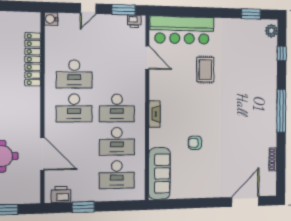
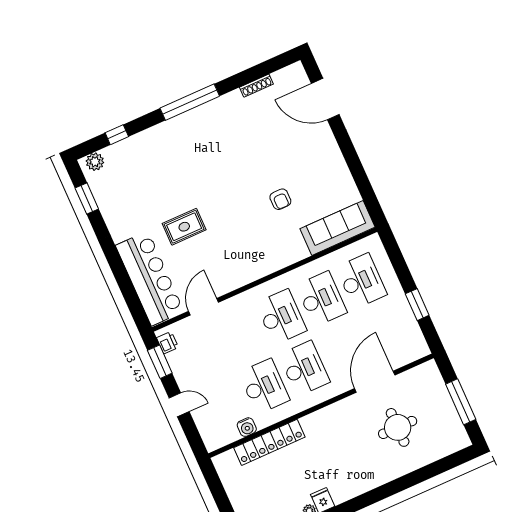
water cooler: (51, 19) -> (247, 427), moved
fireplace: (154, 114) -> (268, 267), removed
printer: (61, 195) -> (413, 338), removed

